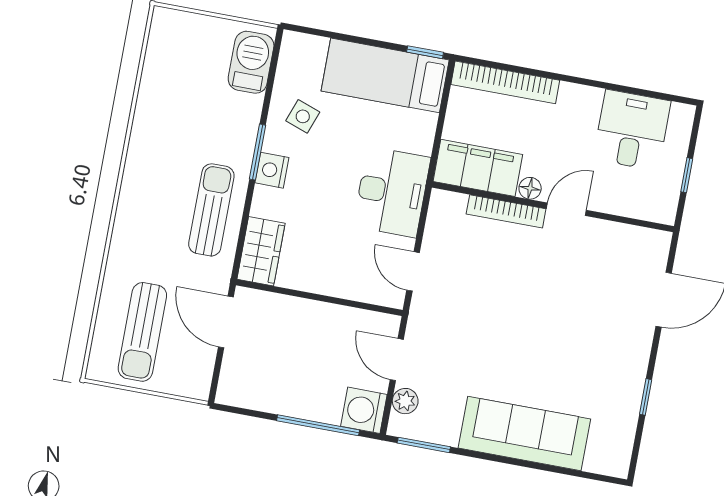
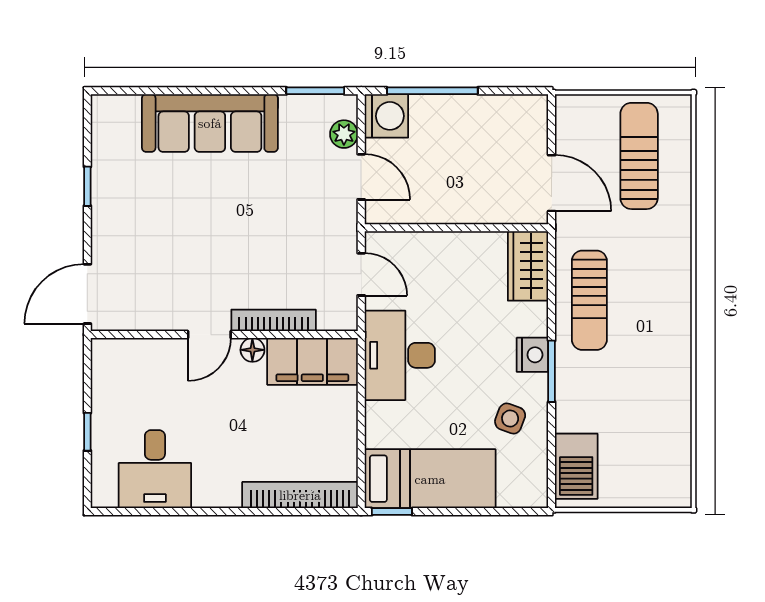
filing cabinet: (478, 168) -> (312, 361), moved
floor lamp: (530, 188) -> (252, 350), moved
wall: (553, 207) -> (224, 335), moved
door: (566, 209) -> (209, 335), moved
bookcase: (506, 211) -> (274, 320), moved

